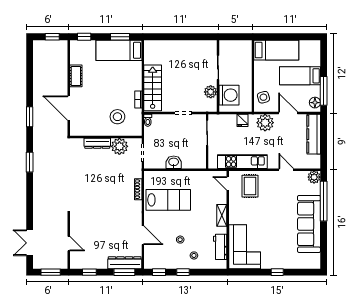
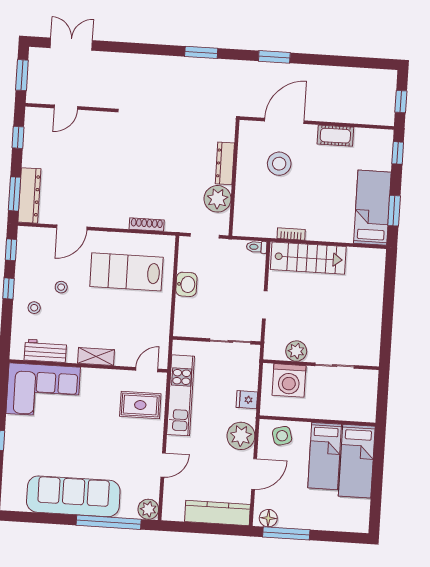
bed: (300, 76) -> (325, 456), moved, turned 180
stool: (117, 117) -> (279, 164), moved
lab bench: (168, 200) -> (126, 272), turned 90

